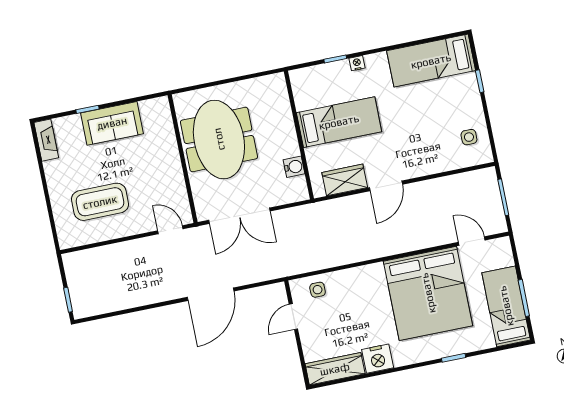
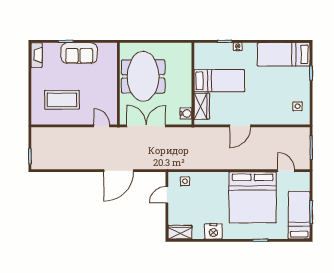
water cooler: (294, 167) -> (186, 113), moved
wardrobe: (345, 180) -> (202, 106), moved, turned 90
double door: (239, 216) -> (146, 126), swing flipped
wardrobe: (335, 369) -> (180, 232), width x0.67

